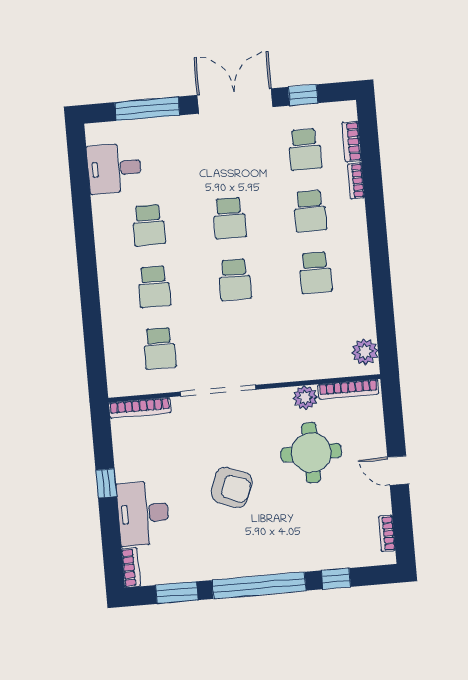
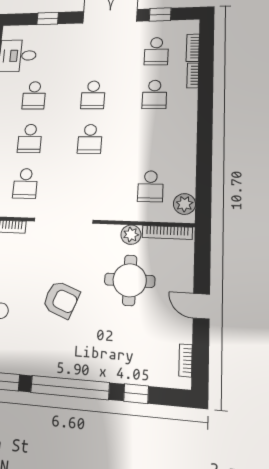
window: (147, 109) -> (48, 18), width x0.46
school desk: (316, 273) -> (150, 186), moved

